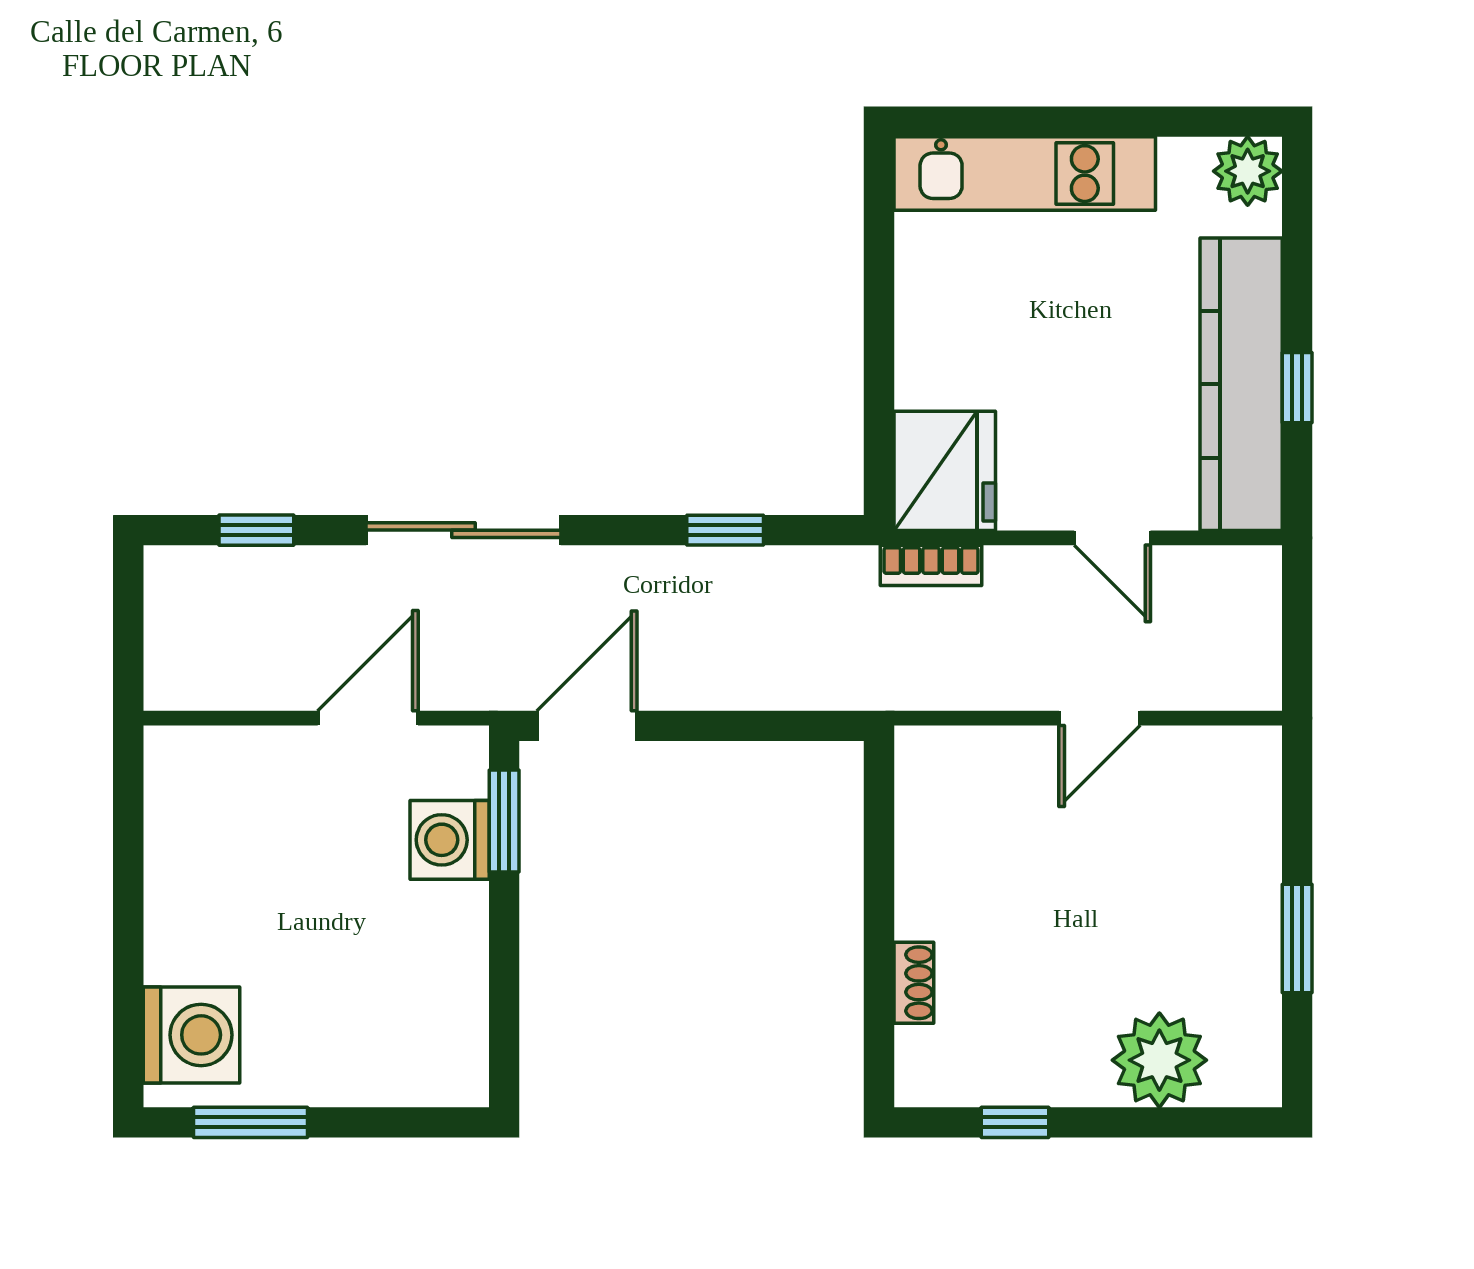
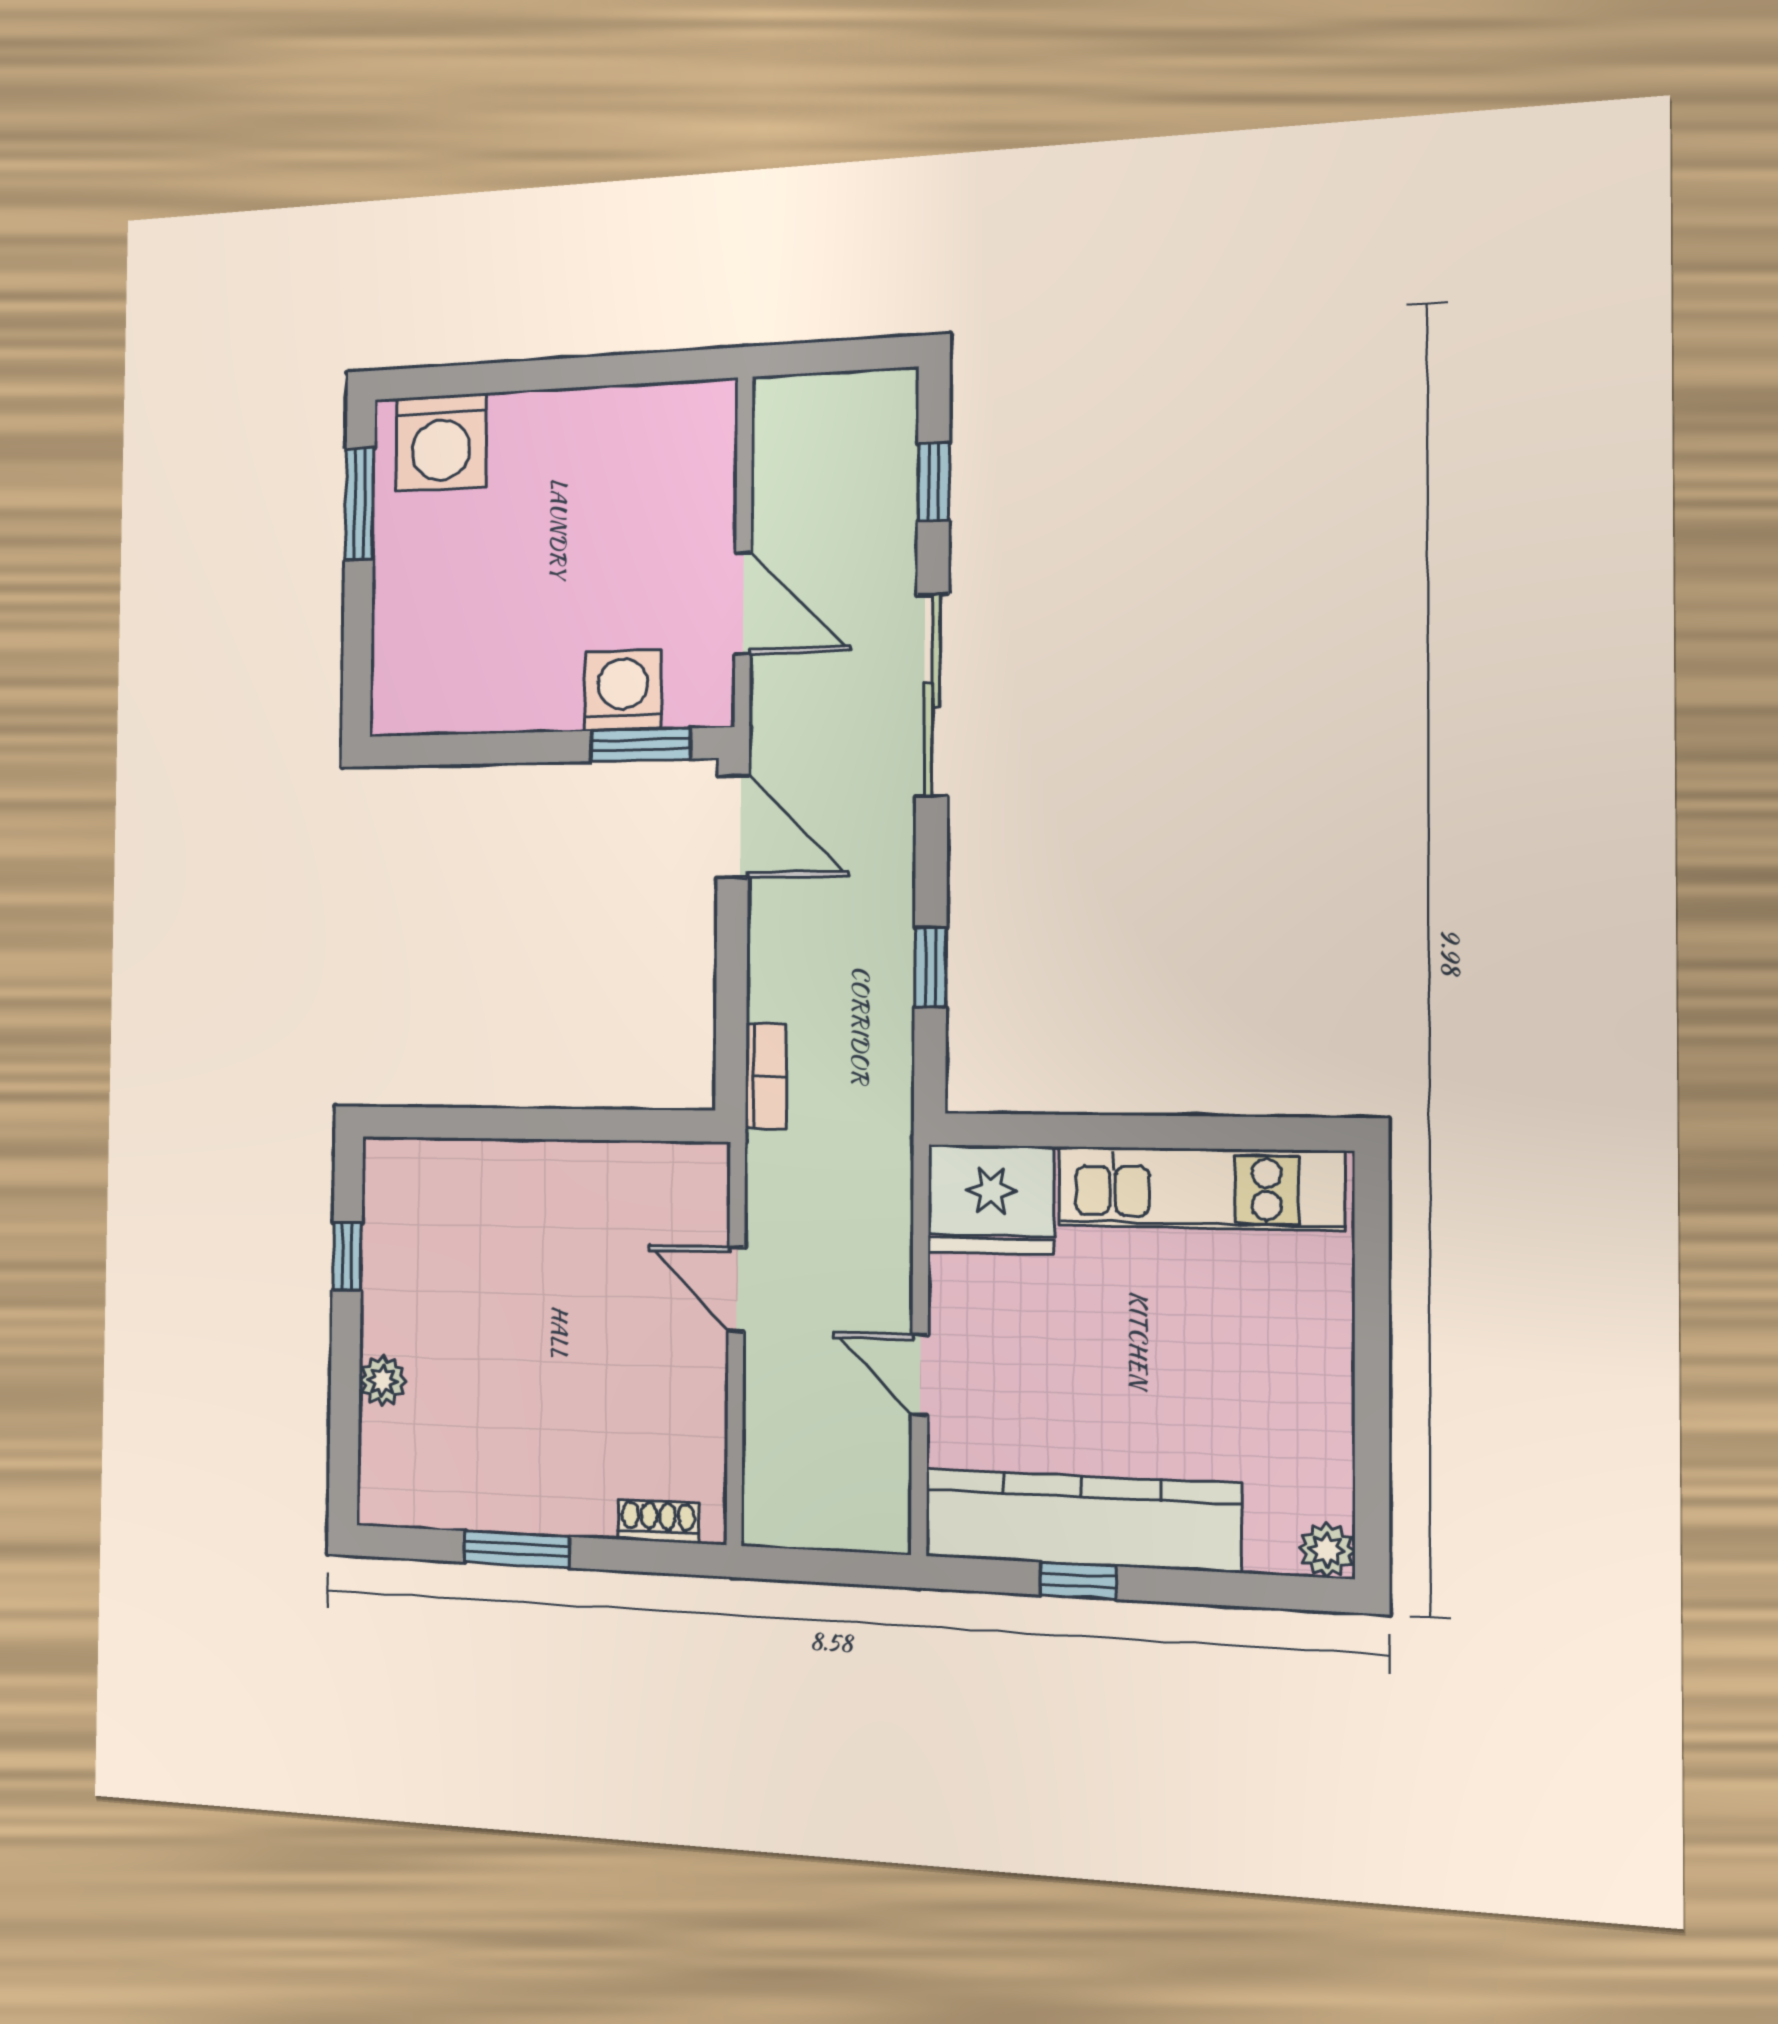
plant: (1248, 171) -> (1327, 1550), width x0.73, depth x0.73
kitchen unit: (1025, 174) -> (1200, 1188), moved, turned -90
door: (1112, 538) -> (920, 1375), hinge flipped
bookcase: (931, 565) -> (766, 1077), moved, turned 180
door: (1100, 718) -> (736, 1289), moved
shoe rack: (914, 983) -> (658, 1521), moved, turned 180
plant: (1159, 1060) -> (383, 1381), width x0.53, depth x0.53

